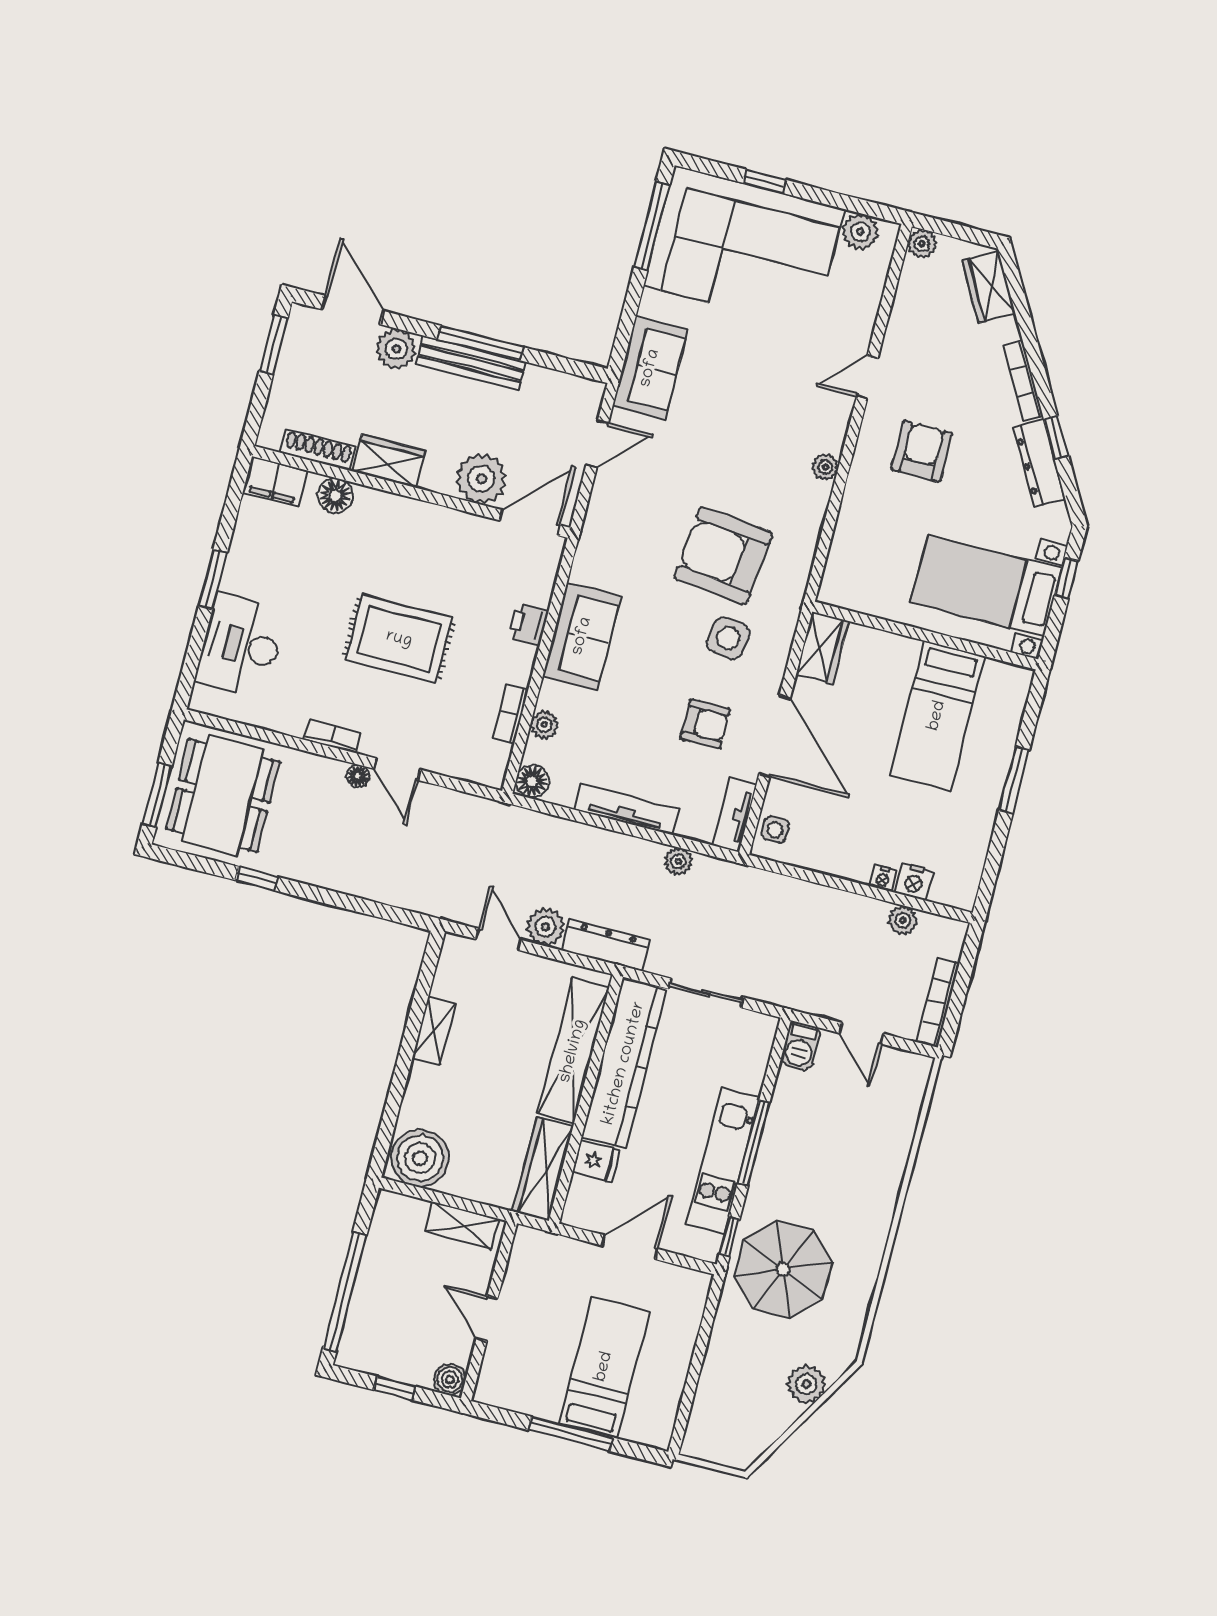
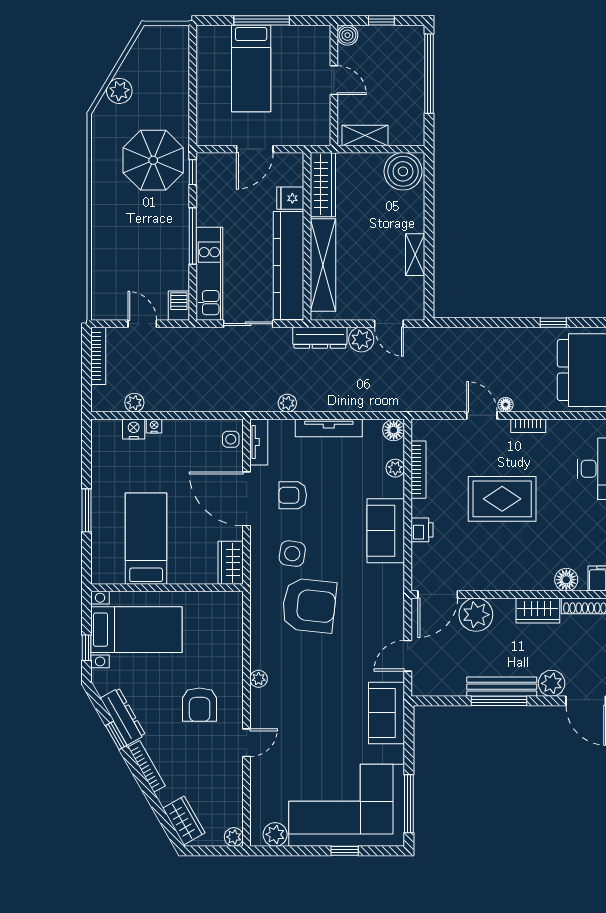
bookcase: (511, 714) -> (418, 470), width x1.56
kitchen unit: (723, 1161) -> (209, 274), moved

